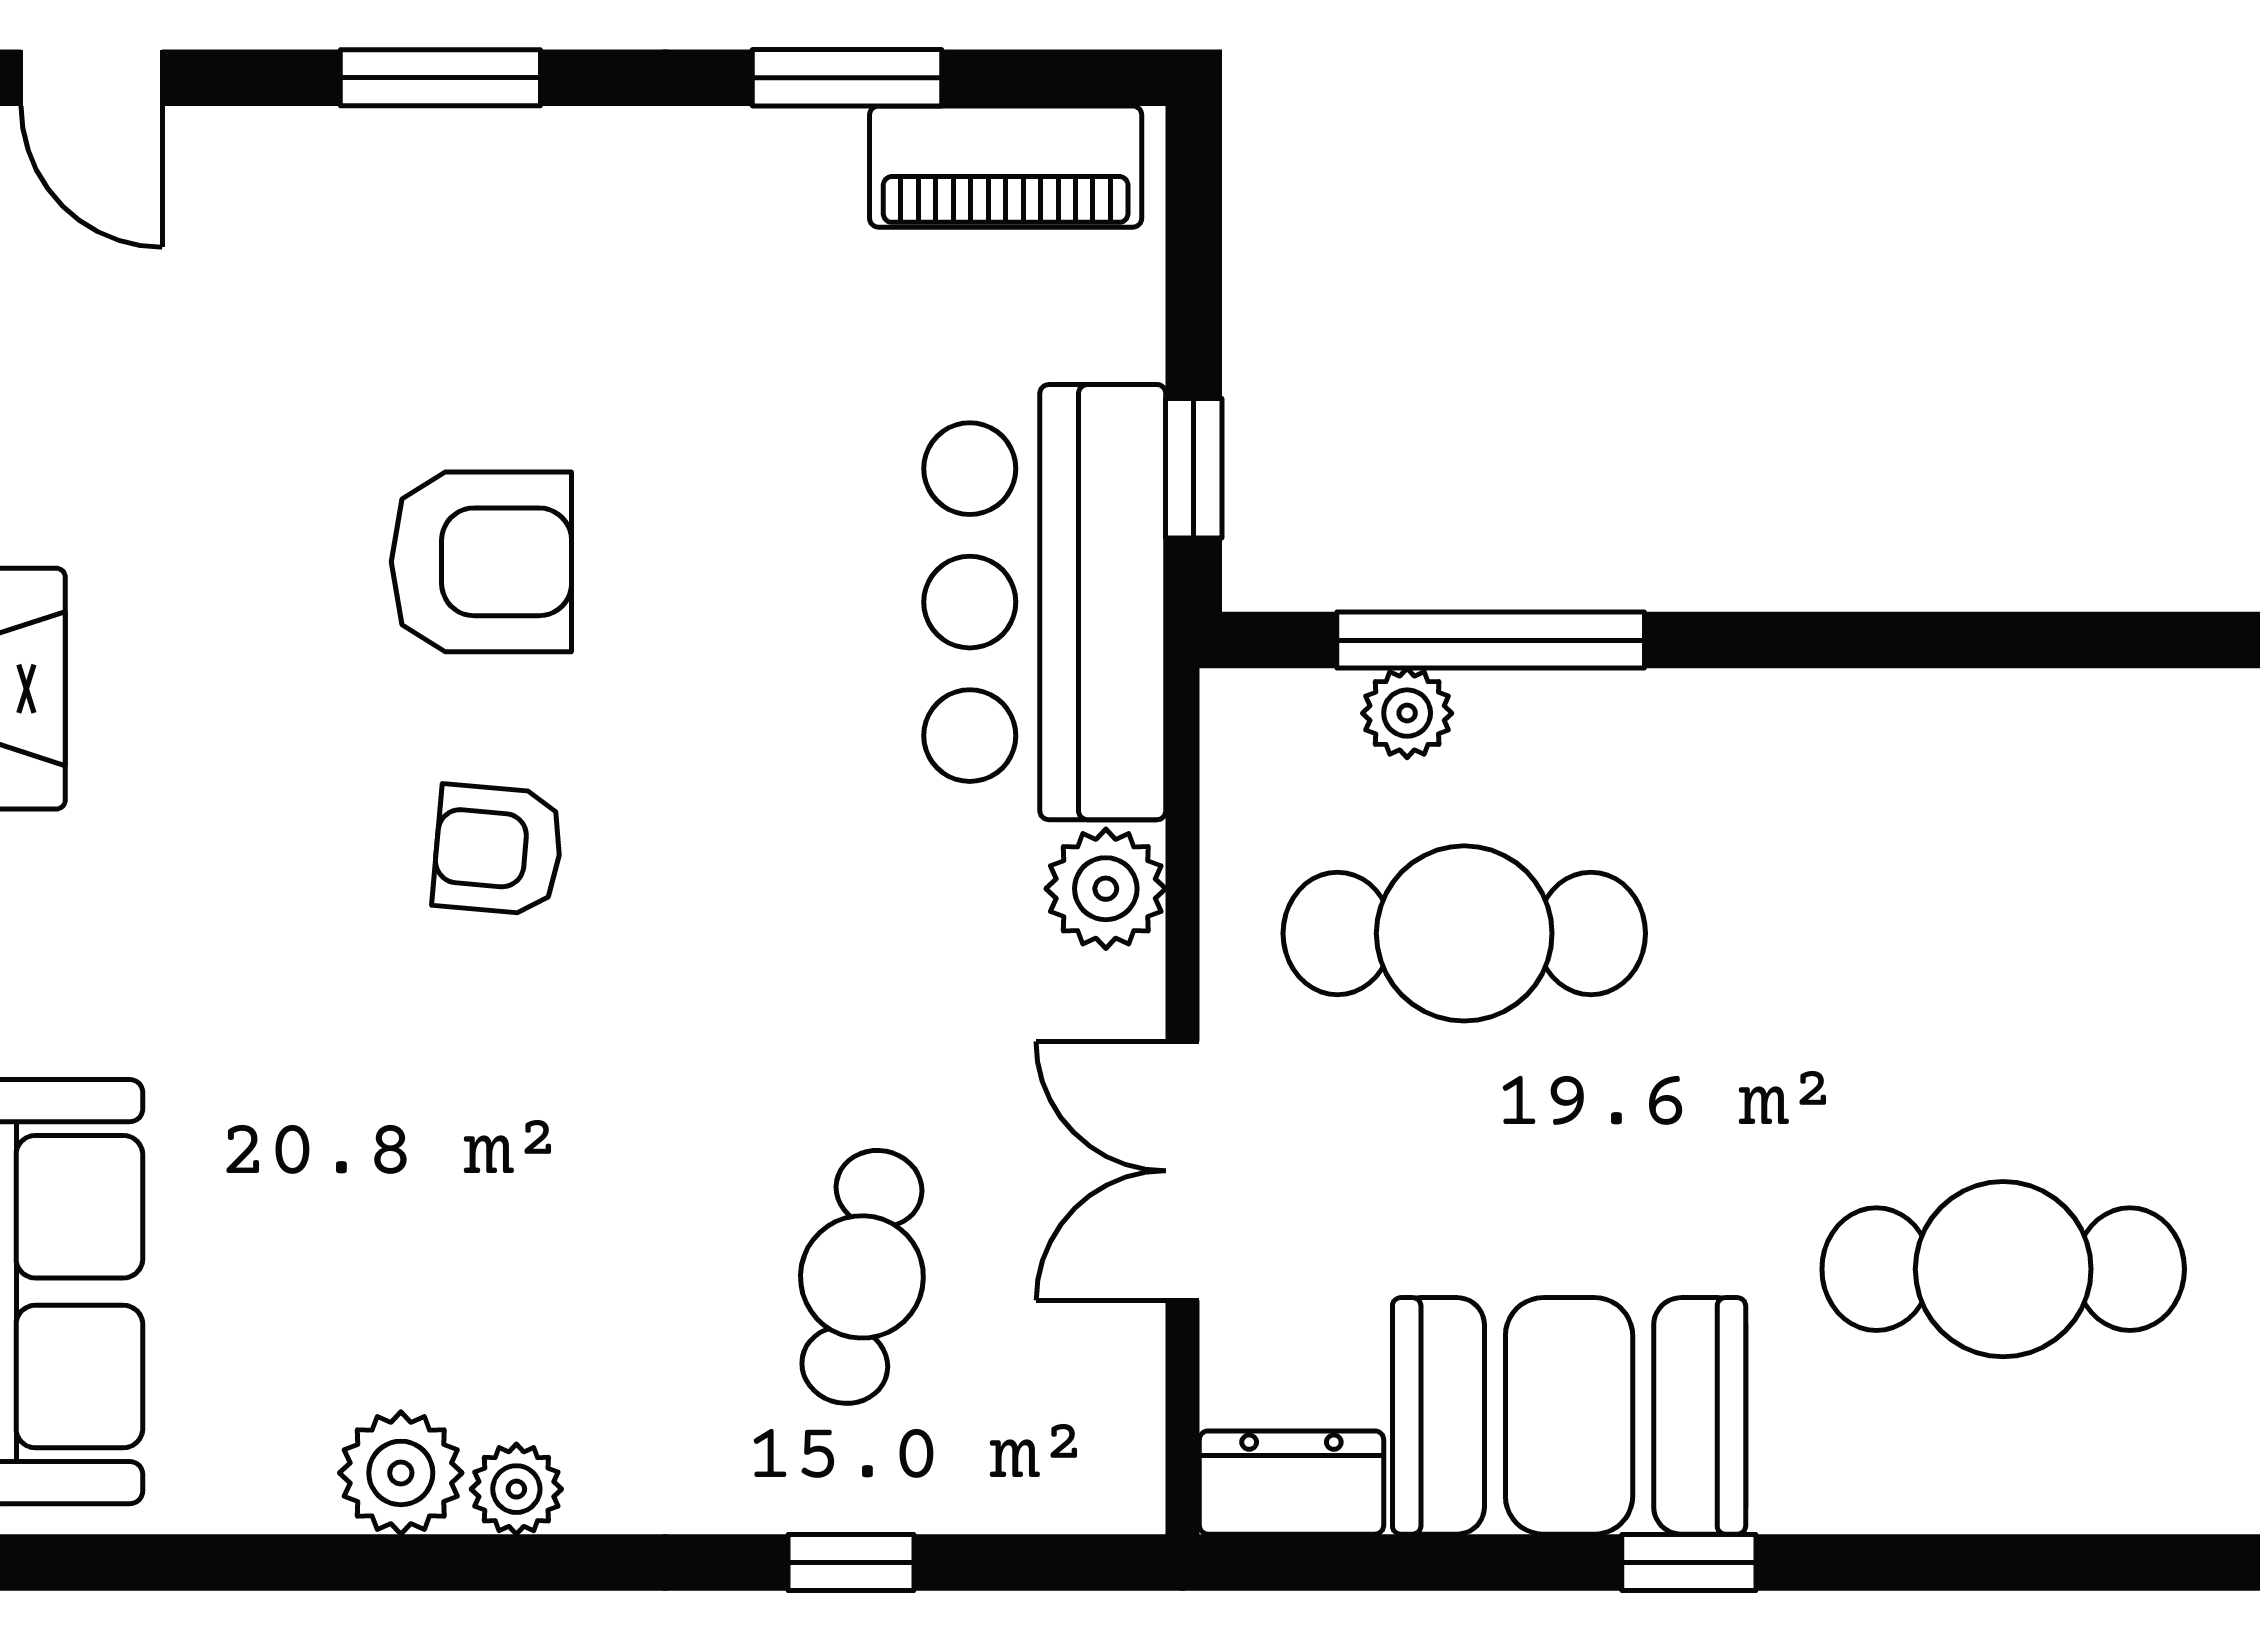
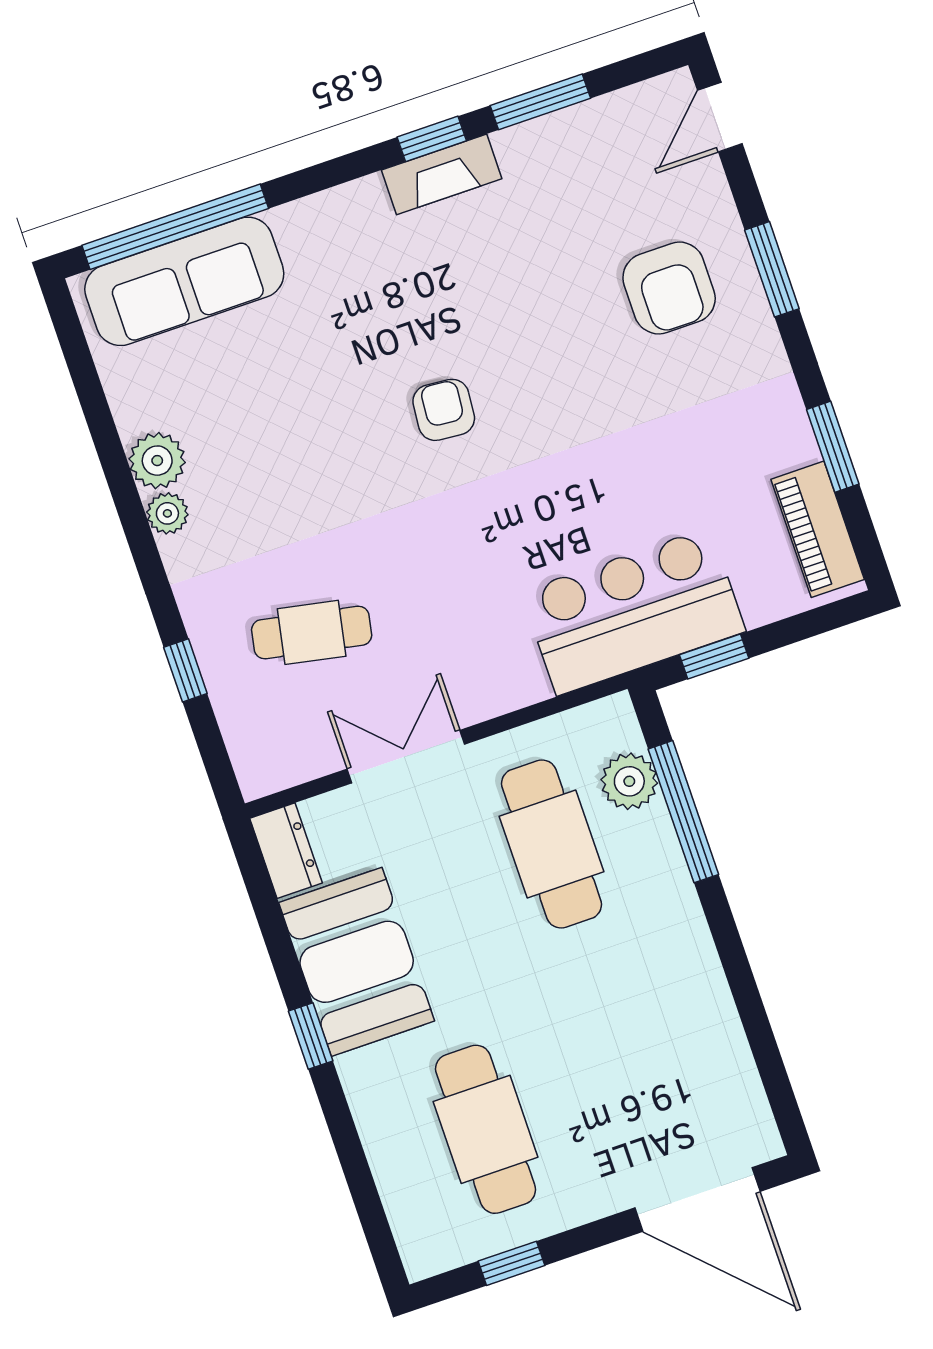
armchair: (481, 562) -> (669, 288), moved
plant: (1407, 713) -> (629, 781), width x1.38, depth x1.38
plant: (1106, 889) -> (517, 681), removed

